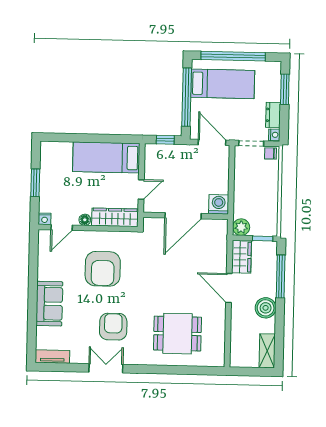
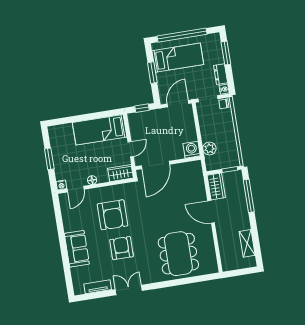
window: (187, 97) -> (152, 73), width x0.47
door: (212, 142) -> (178, 104), hinge flipped
door: (183, 216) -> (155, 165), moved
wardrobe: (115, 217) -> (121, 173), width x0.67
plant: (241, 227) -> (209, 148), moved
boiler: (266, 308) -> (242, 222), removed
armchair: (113, 327) -> (122, 248), moved
dining table: (177, 334) -> (178, 254), width x1.38
shelving: (267, 351) -> (247, 243), moved
tv unit: (52, 357) -> (98, 287), moved

